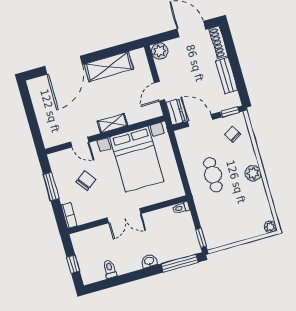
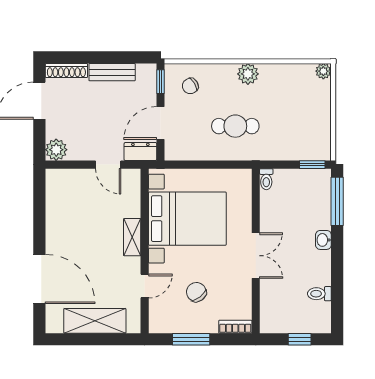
shelving: (109, 67) -> (95, 321), moved, turned 90

